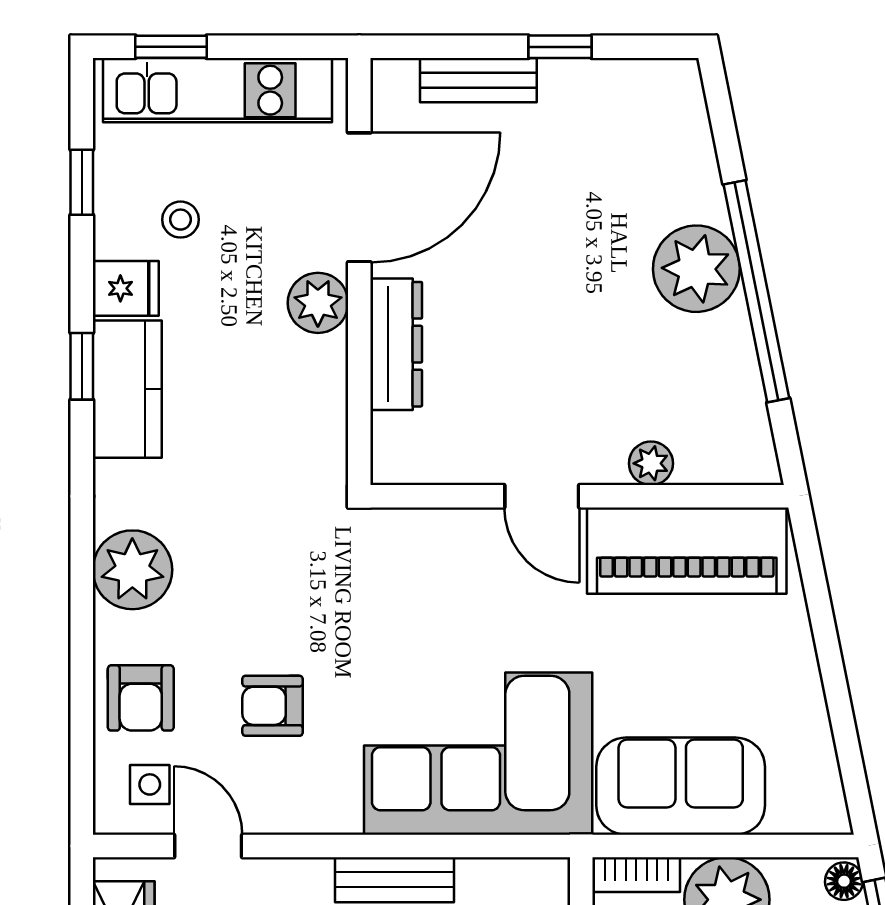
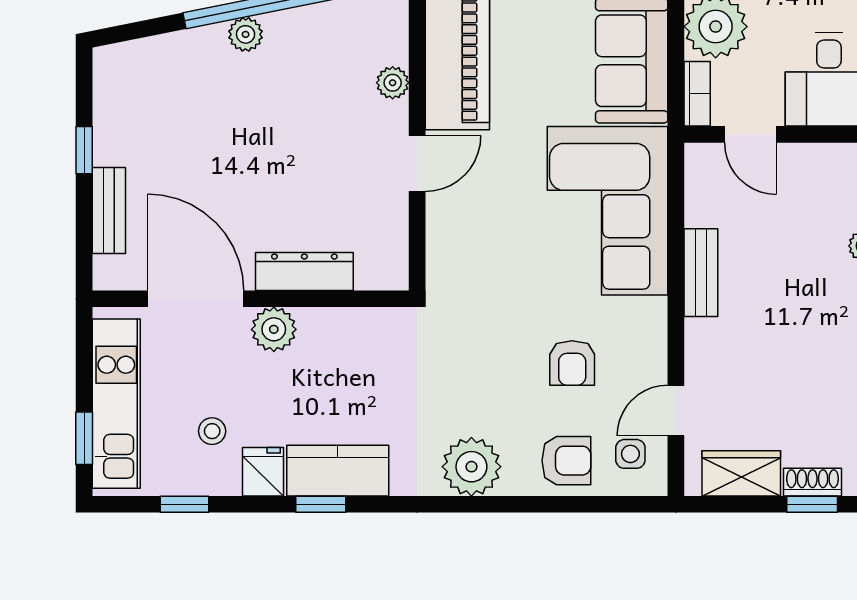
plant: (696, 269) -> (246, 34), width x0.53, depth x0.53

